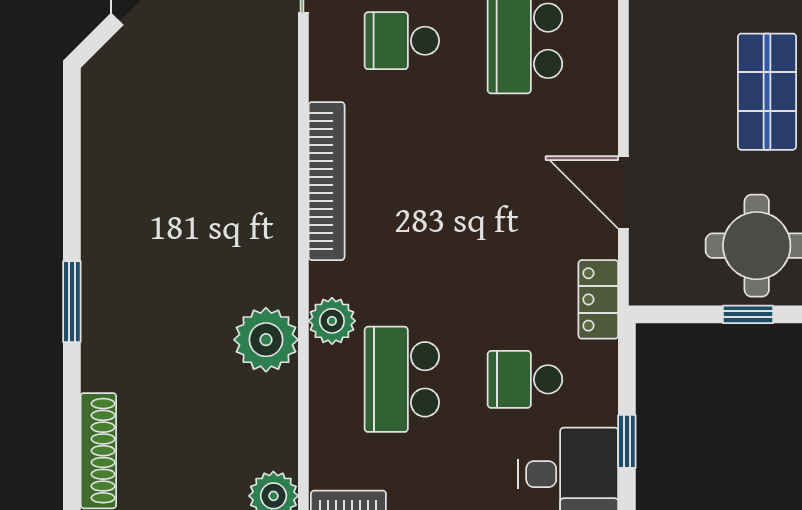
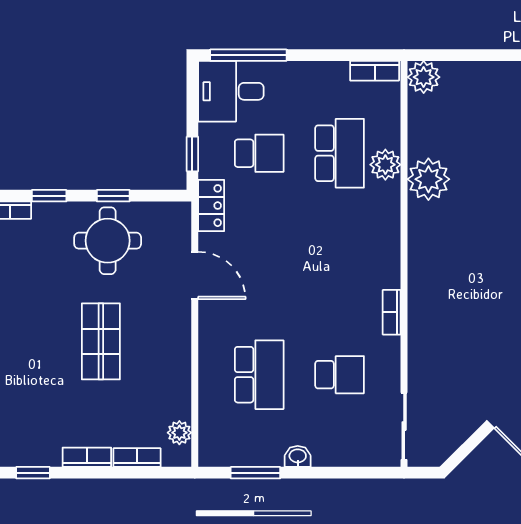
bookcase: (327, 181) -> (392, 312), width x0.43, depth x0.76
plant: (332, 321) -> (385, 165), moved
window: (627, 441) -> (192, 154), moved

